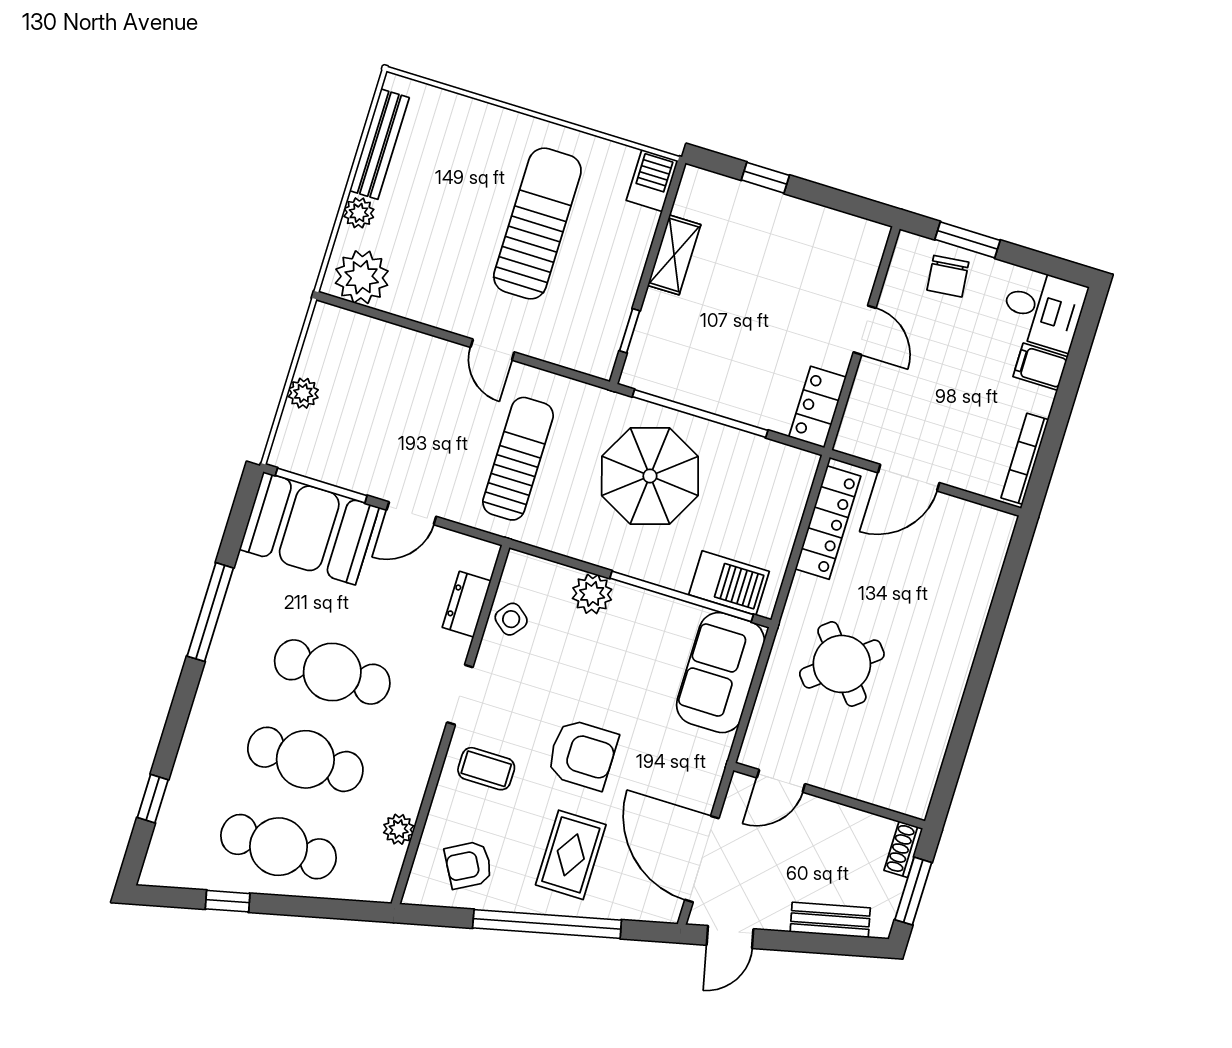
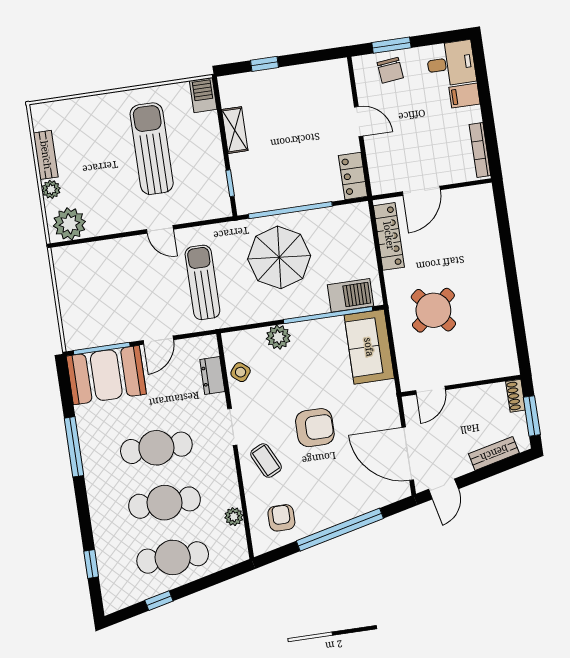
bench: (379, 144) -> (46, 155), width x0.73
plant: (303, 393) -> (68, 303), removed
coffee table: (486, 769) -> (266, 461), turned 64
rug: (571, 855) -> (335, 486), removed
armchair: (468, 865) -> (281, 518), turned 119

